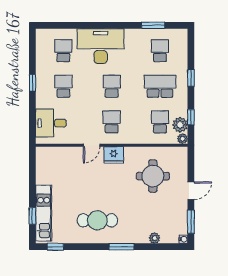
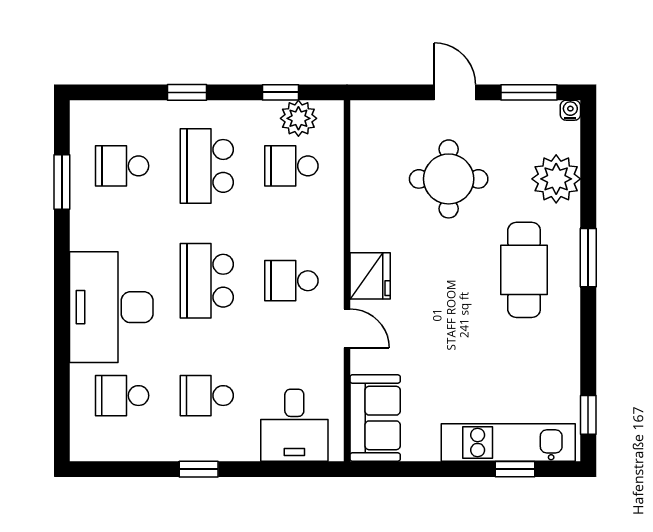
school desk: (112, 86) -> (207, 281), width x1.85
plant: (182, 139) -> (331, 112), removed
sofa: (54, 157) -> (375, 418), added
round table: (153, 176) -> (449, 179), moved
cafe table: (97, 220) -> (524, 270), moved
plant: (155, 238) -> (556, 179), width x1.88, depth x1.88

